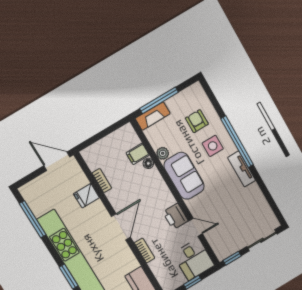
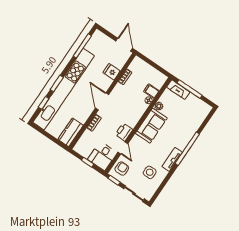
armchair: (197, 121) -> (122, 169), moved
side table: (213, 146) -> (150, 172), moved
door: (121, 227) -> (102, 101), swing flipped

